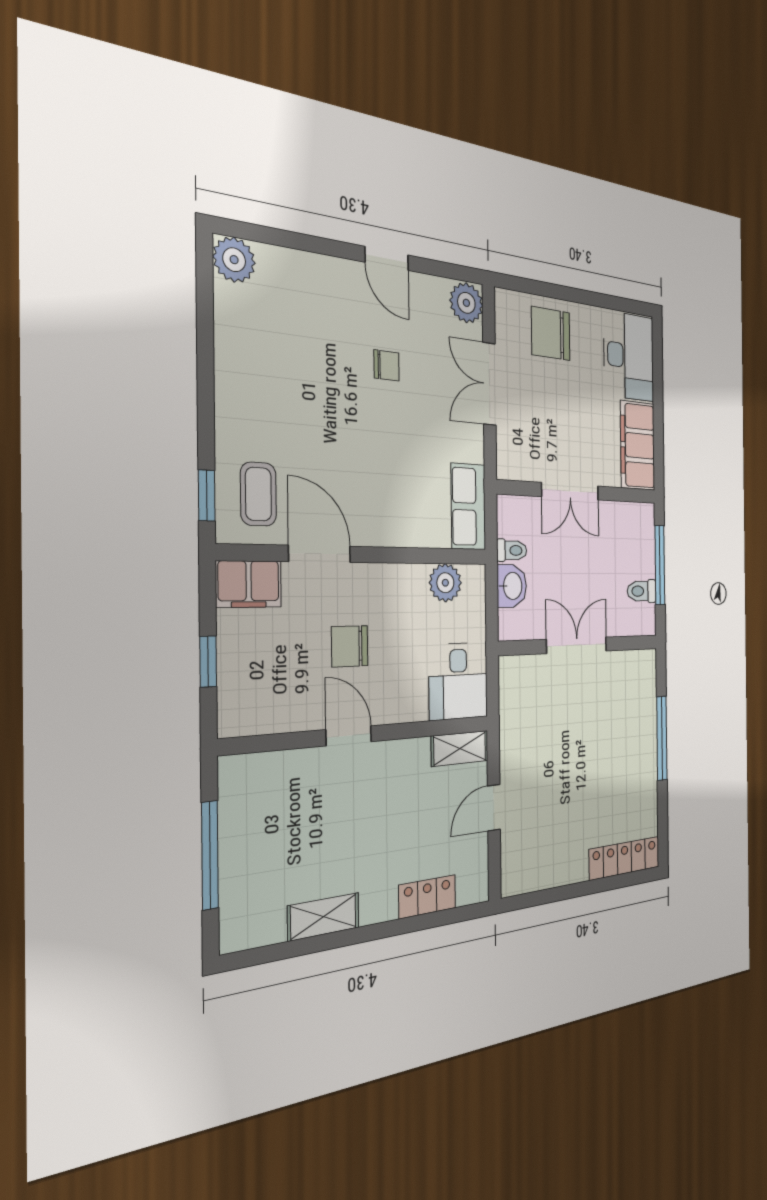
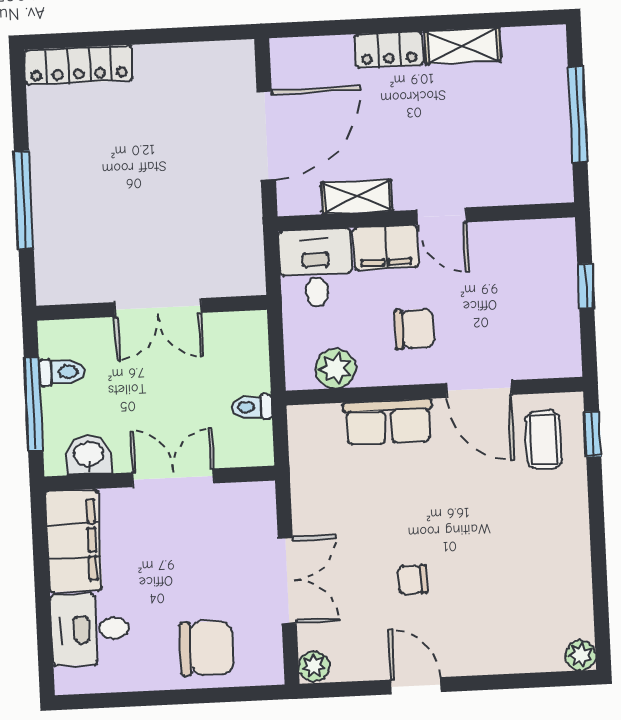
plant: (234, 260) -> (581, 656), width x0.73, depth x0.73
plant: (466, 303) -> (314, 666), width x0.73, depth x0.73
desk: (629, 356) -> (90, 629), width x0.73
row of seats: (468, 507) -> (388, 422), moved, turned 90
filing cabinet: (249, 584) -> (386, 247), moved, turned 180
washbasin: (512, 586) -> (89, 455), moved, turned 90
chair: (350, 646) -> (414, 329), moved
shelving: (460, 748) -> (357, 197), moved
door: (494, 808) -> (266, 135), width x1.88
locker: (427, 897) -> (389, 50), moved

